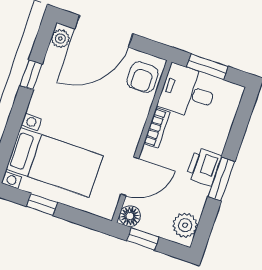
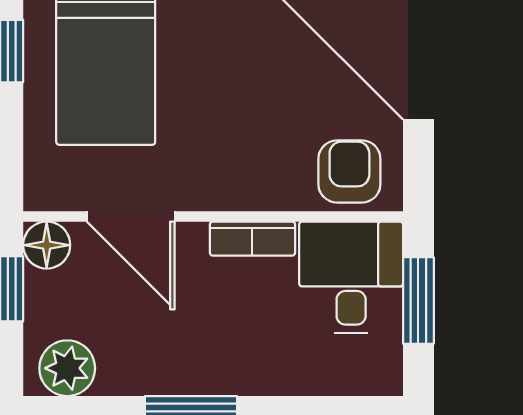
armchair: (143, 77) -> (349, 171), turned 90
printer: (204, 167) -> (205, 366), removed

